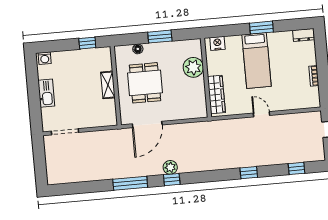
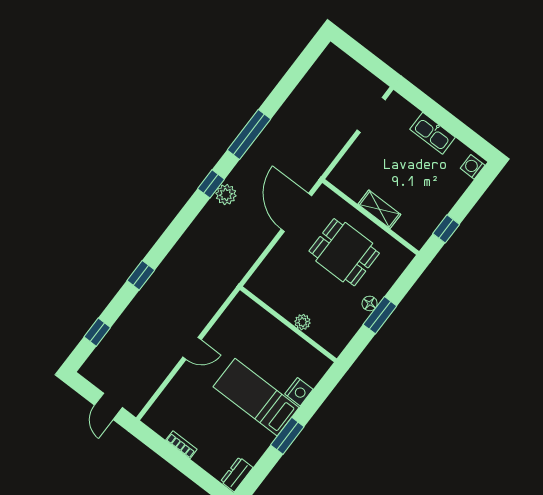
nightstand: (217, 43) -> (299, 392), moved
floor lamp: (138, 49) -> (370, 303), moved
plant: (193, 67) -> (303, 322), width x0.53, depth x0.53
wardrobe: (216, 94) -> (259, 319), removed

